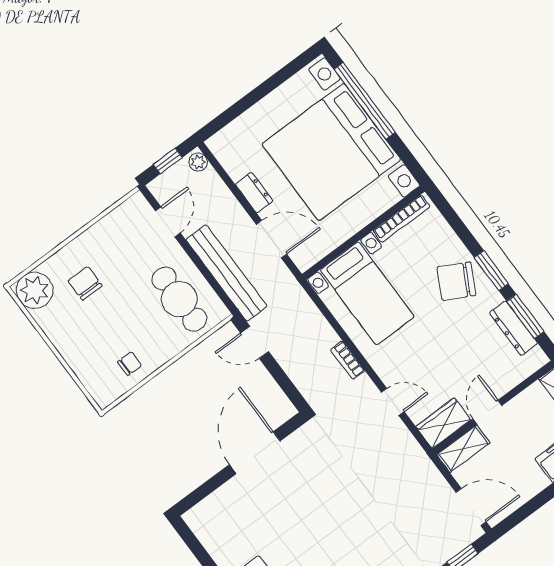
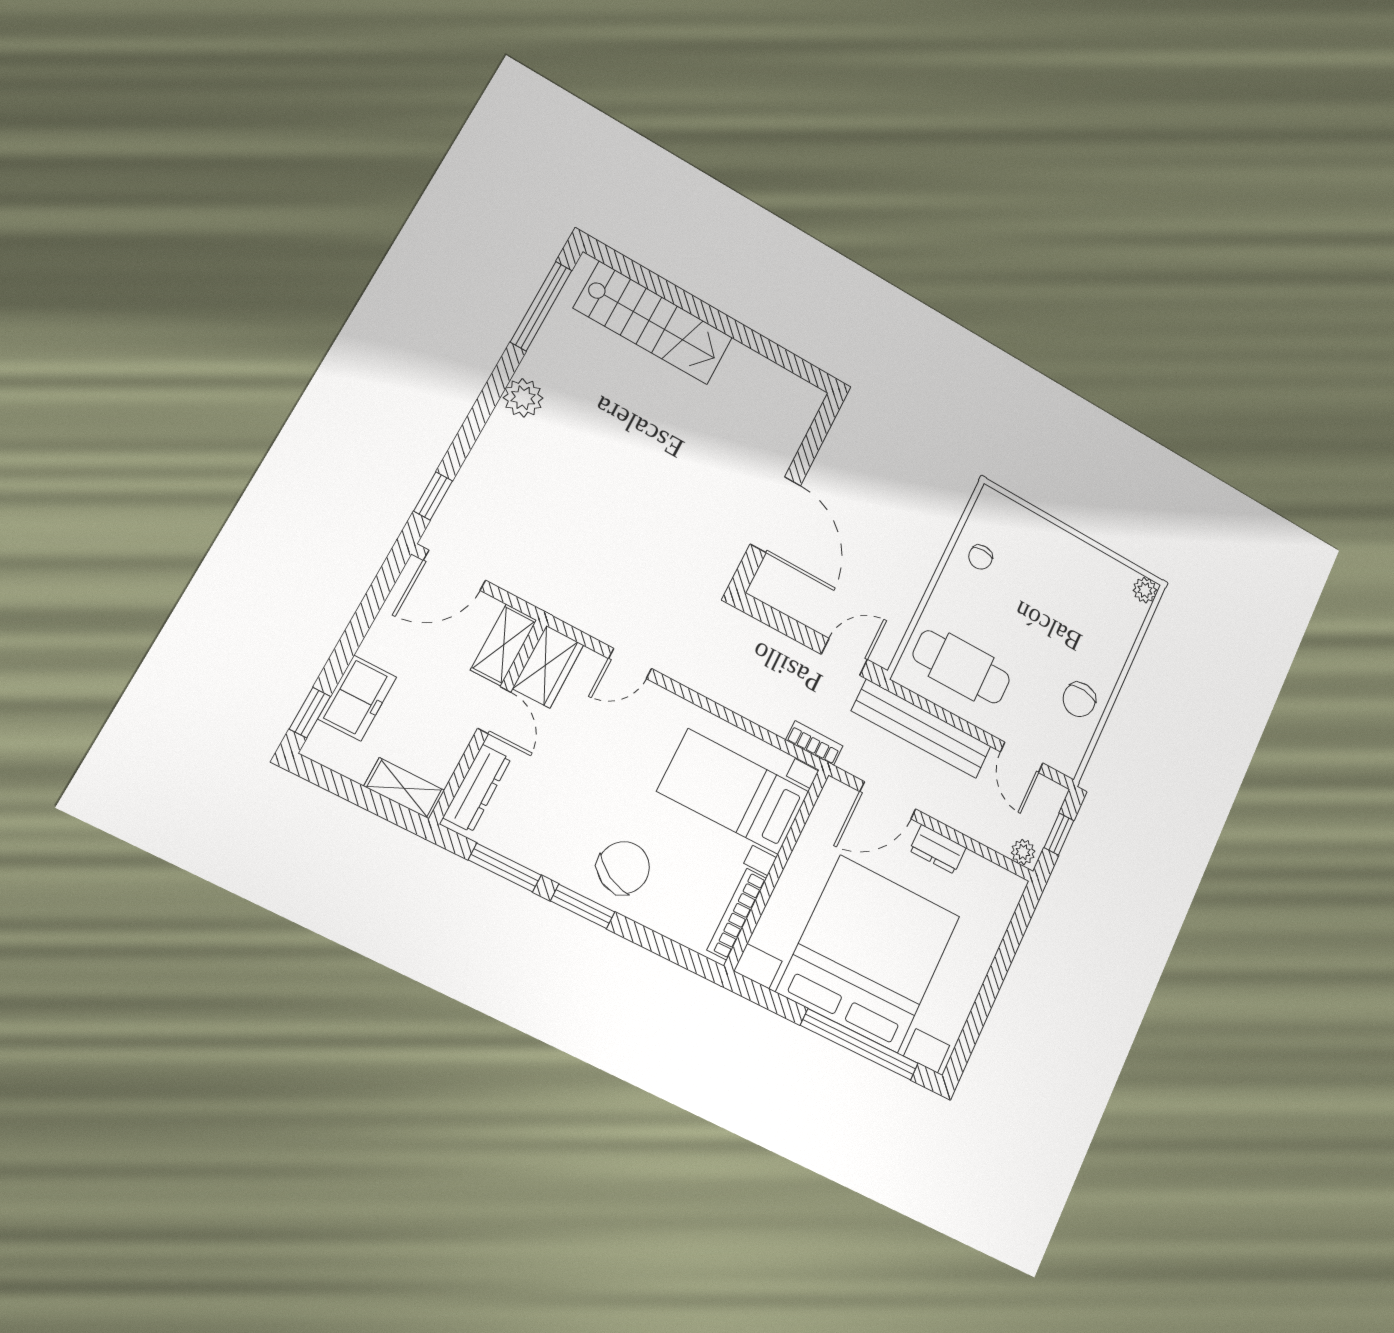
chair: (85, 283) -> (1079, 700), moved, turned 95
plant: (35, 290) -> (1145, 590), width x0.53, depth x0.53
dresser: (513, 328) -> (477, 788), moved, turned 90
bookcase: (348, 360) -> (814, 743), moved

